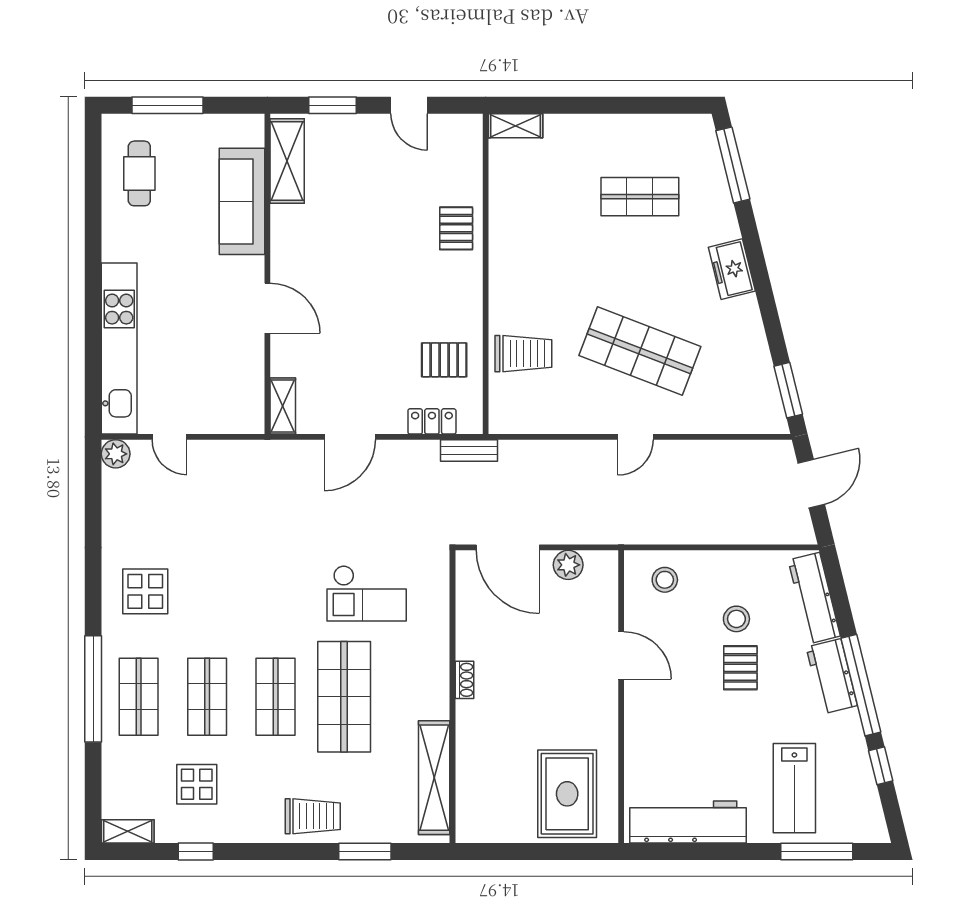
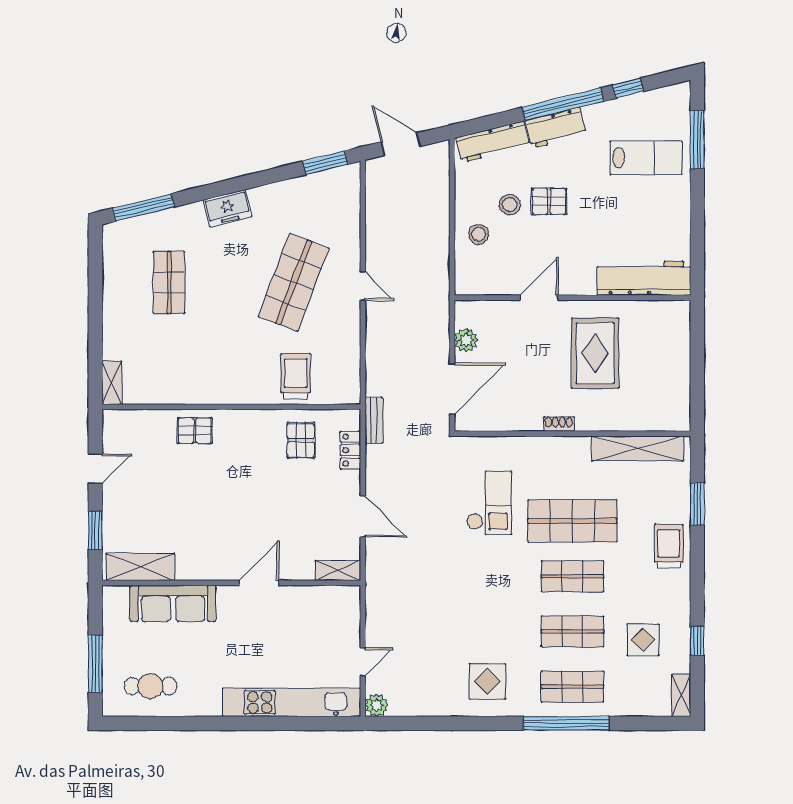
stool: (665, 580) -> (479, 234), moved
rug: (567, 794) -> (595, 353), moved, turned 90
workbench: (688, 822) -> (644, 278), moved, turned 90

